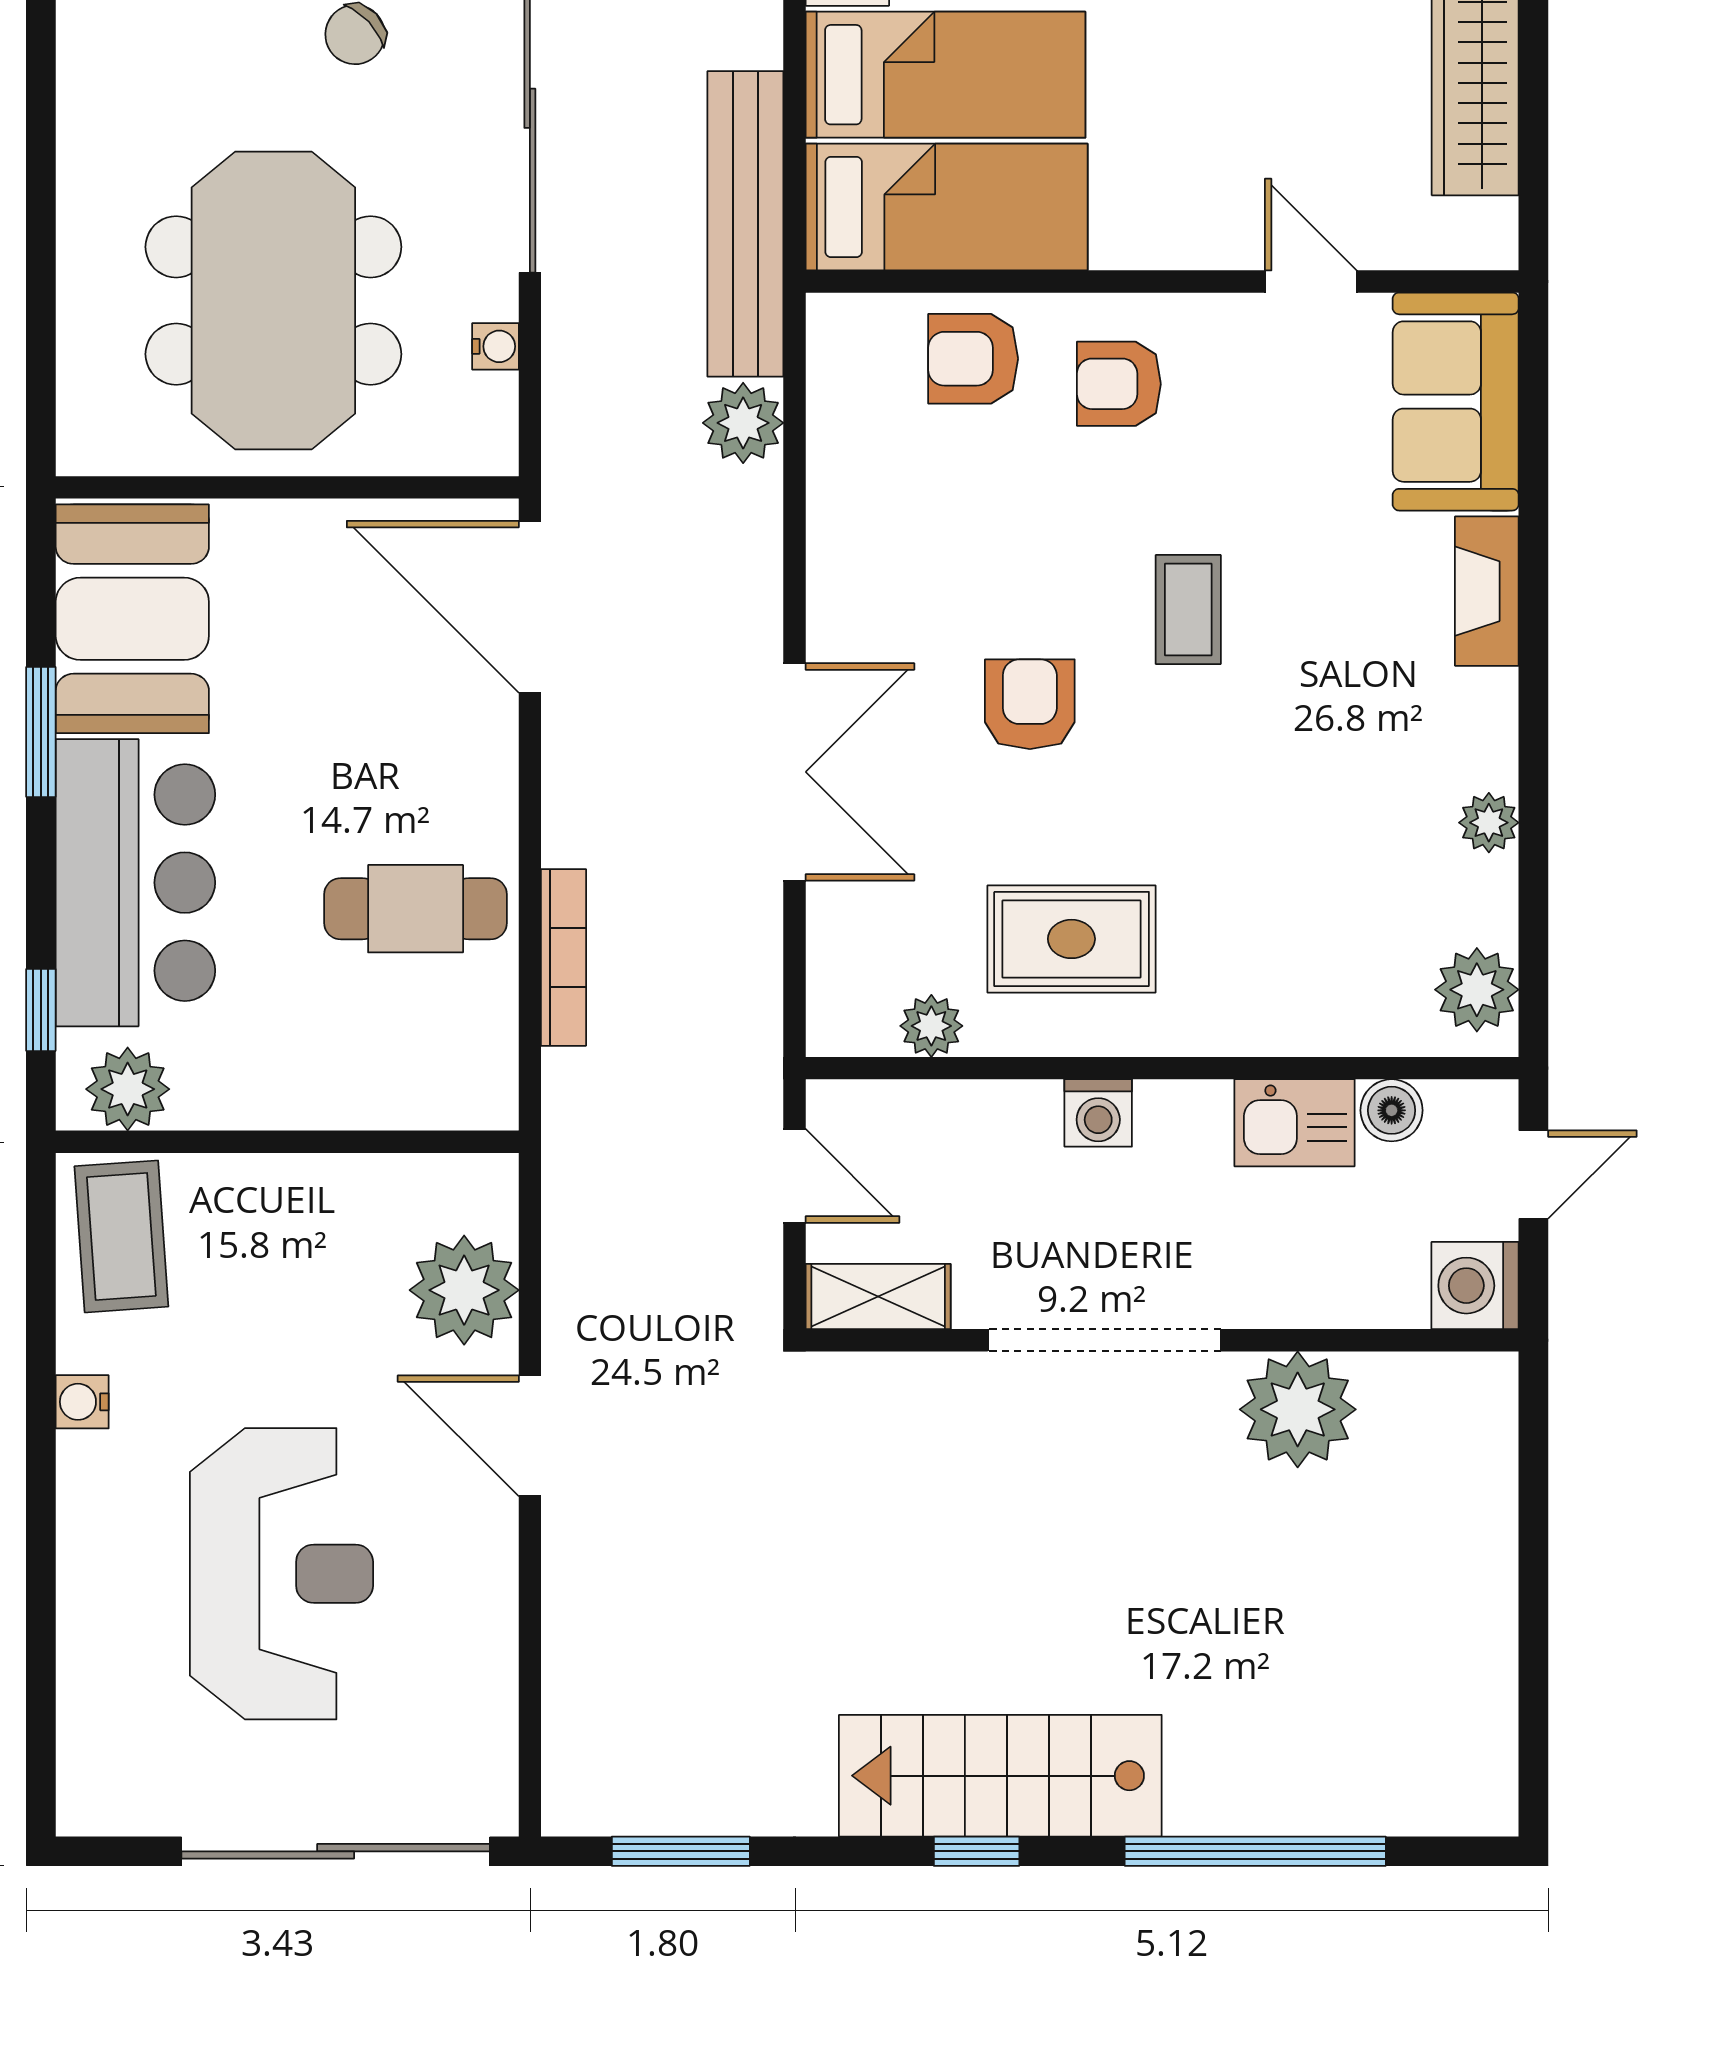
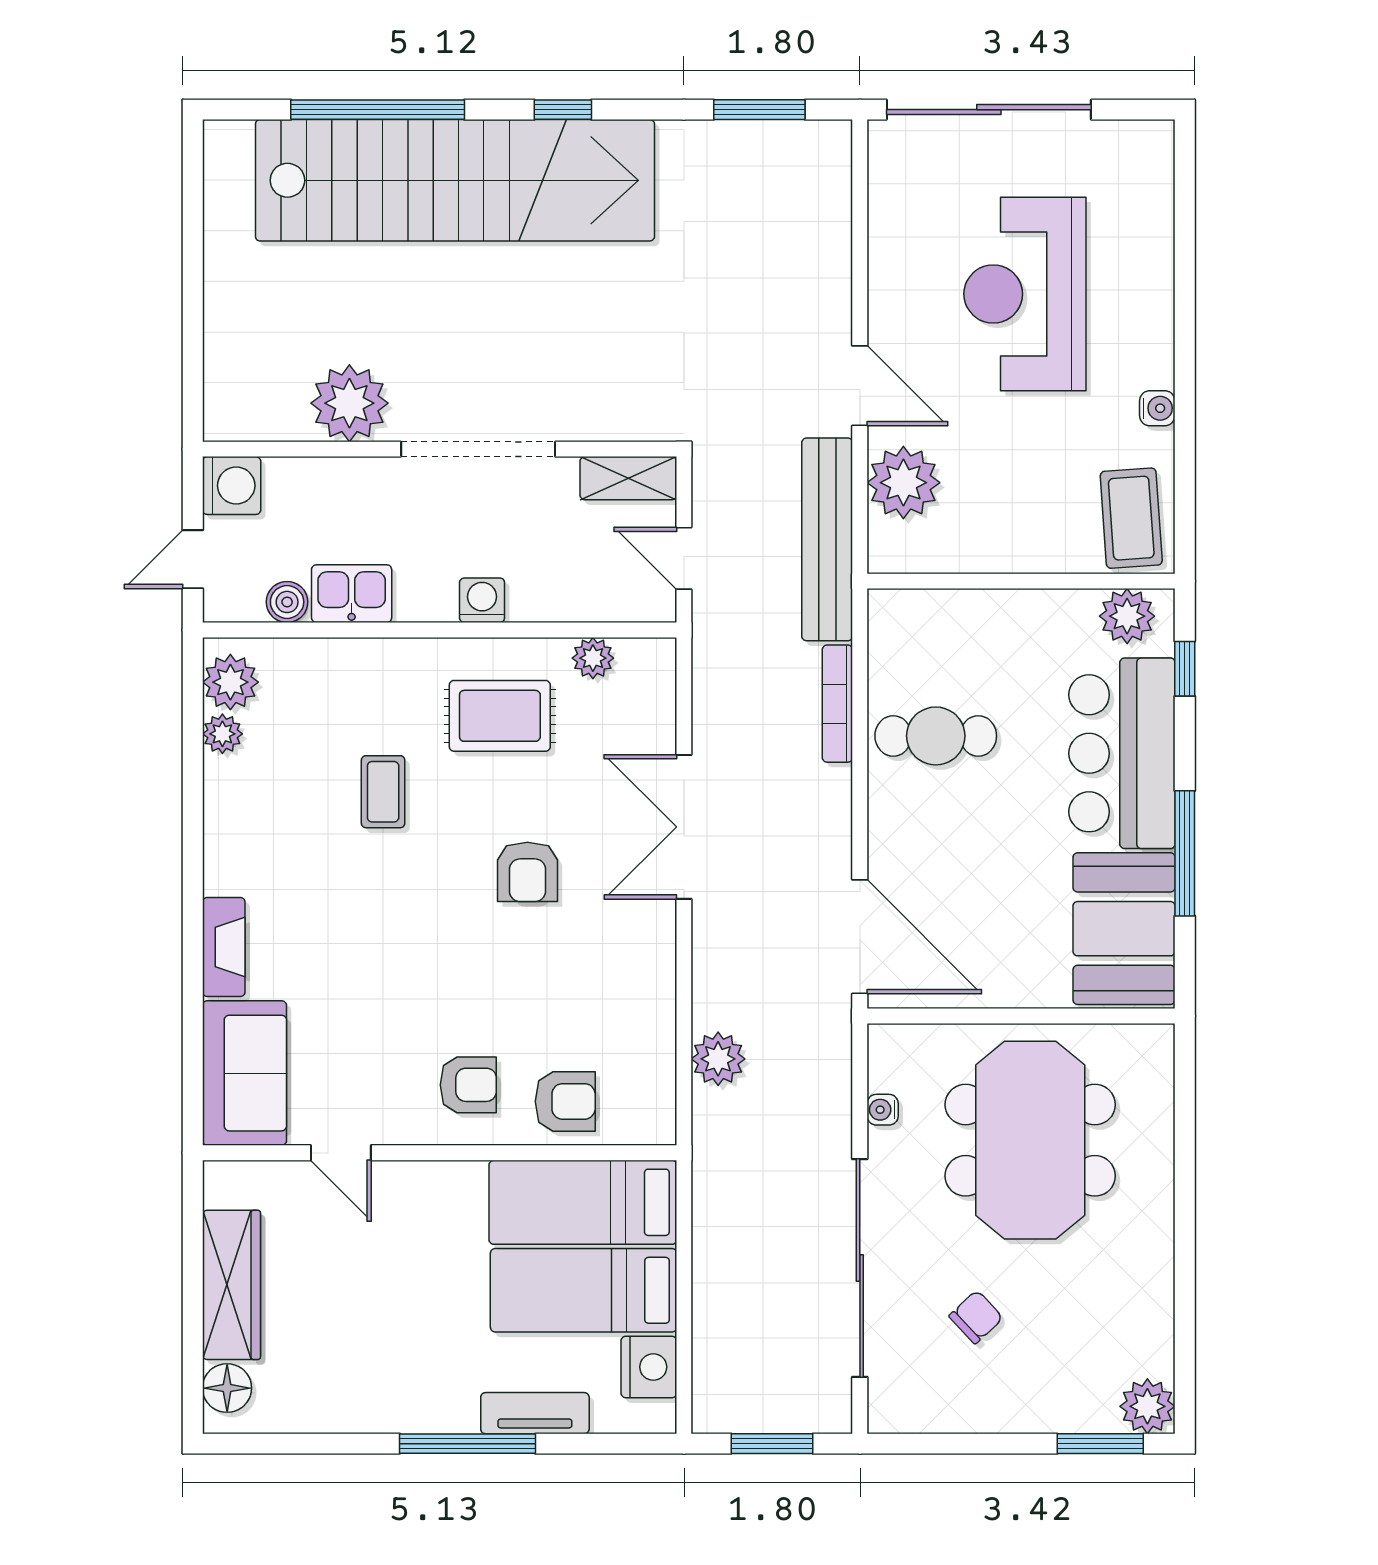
bench: (745, 224) -> (827, 539), moved
coffee table: (1188, 610) -> (383, 792), moved
window: (41, 732) -> (1185, 853), width x1.44
plant: (1489, 823) -> (222, 734), moved
stairs: (1000, 1776) -> (455, 180), width x1.86, depth x1.51

